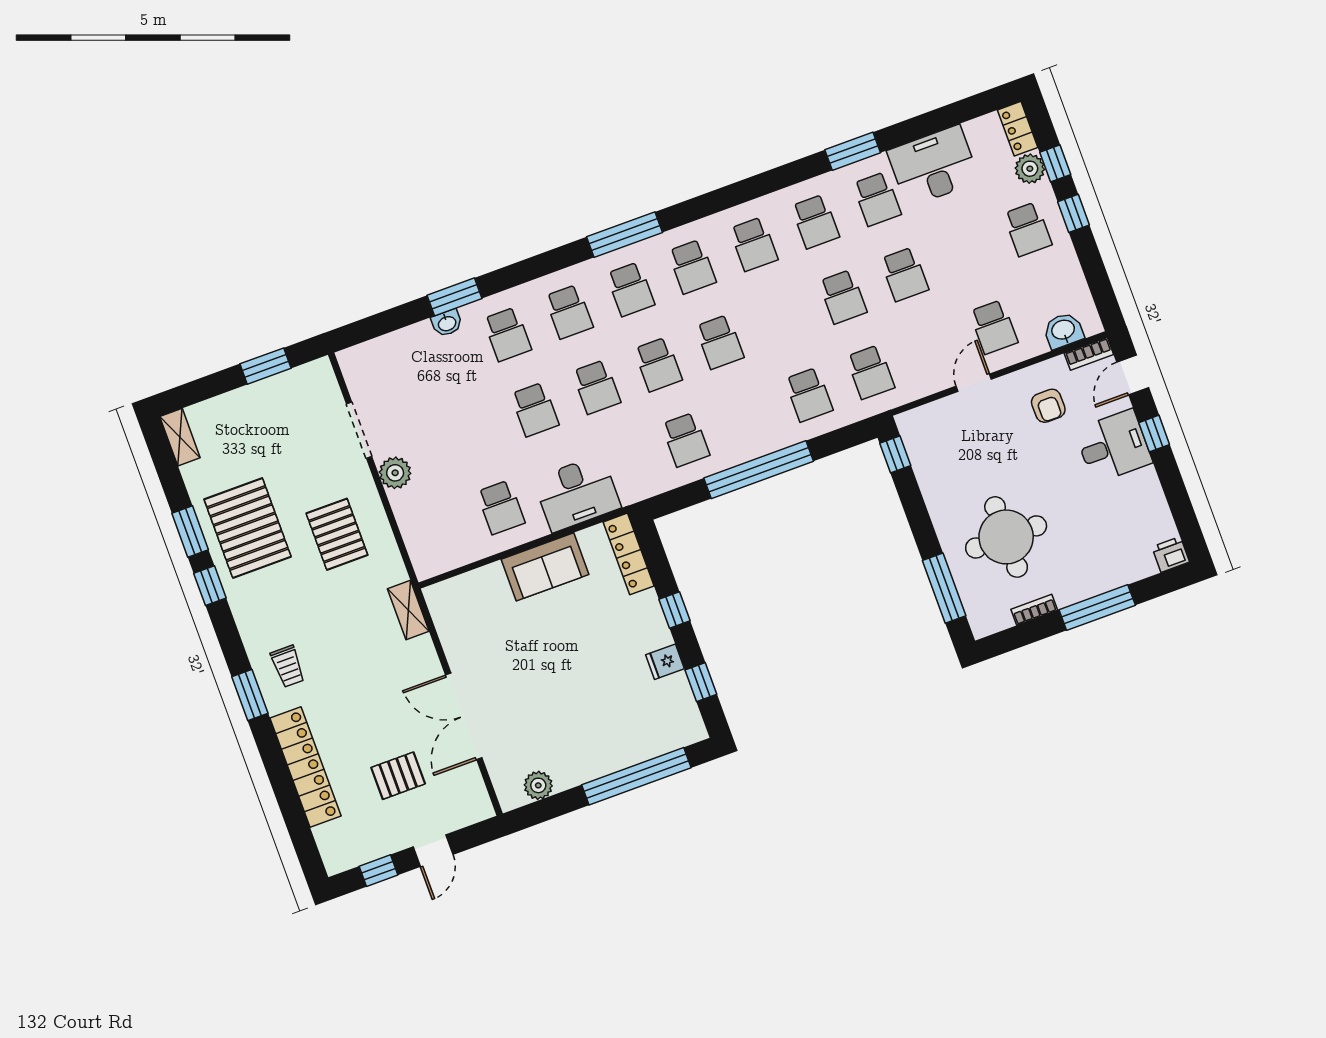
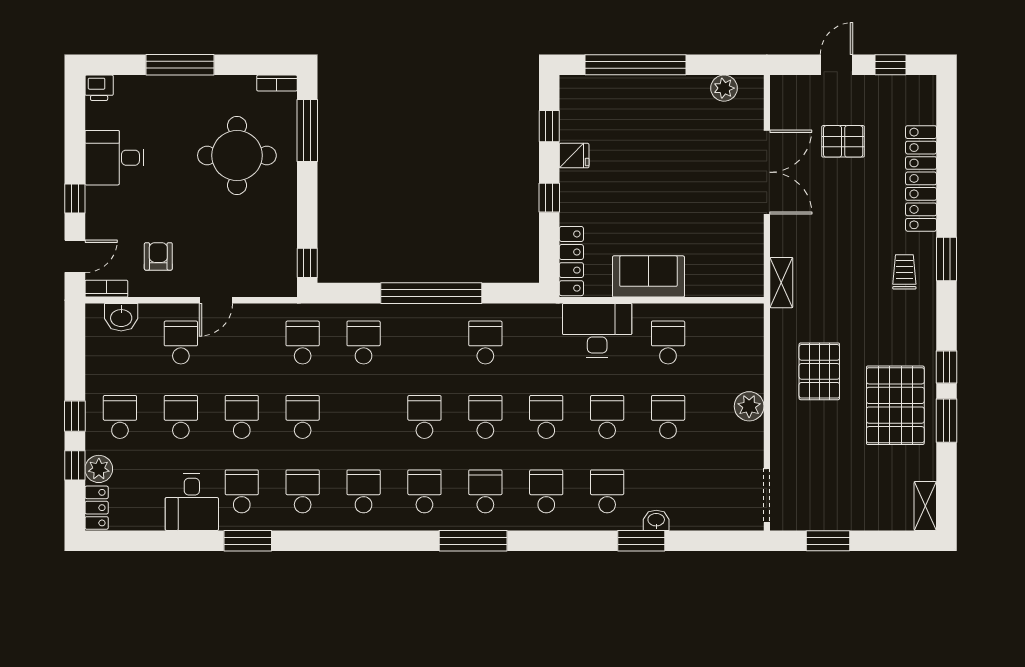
desk: (933, 166) -> (192, 502), width x0.73
school desk: (966, 252) -> (181, 417), added
doorway: (359, 430) -> (767, 495), moved
school desk: (473, 432) -> (668, 417), added
desk: (1113, 446) -> (115, 158), moved
bookcase: (1034, 610) -> (277, 83), moved

